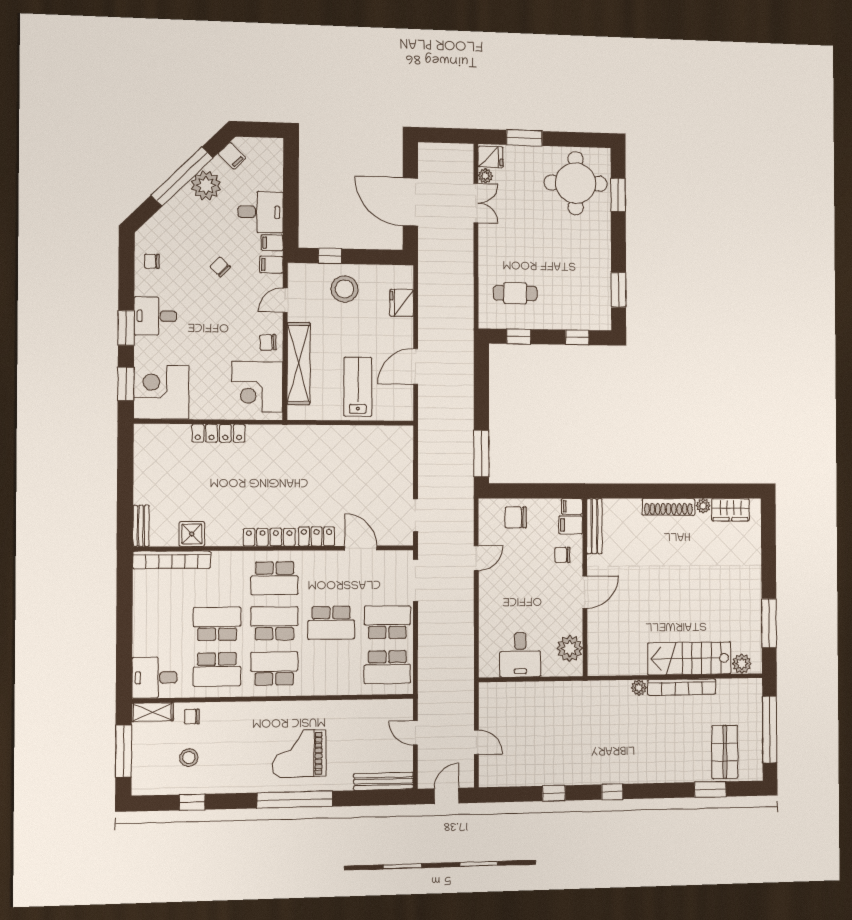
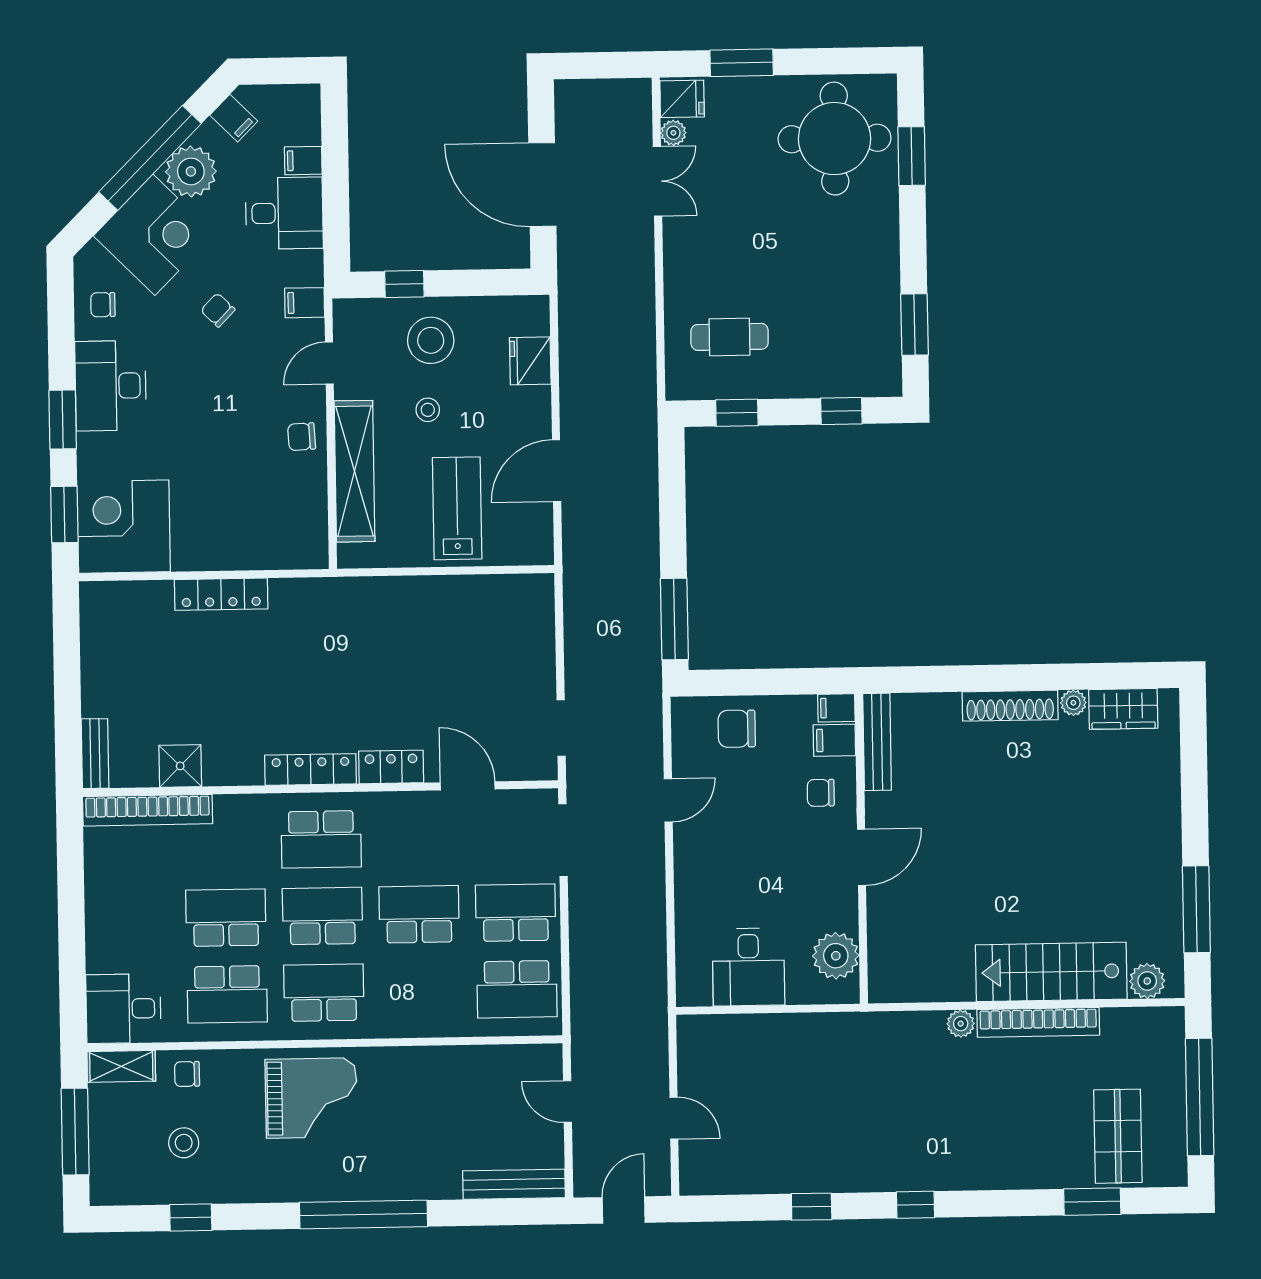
filing cabinet: (272, 243) -> (303, 161), moved
desk: (155, 316) -> (110, 386), width x1.37
stool: (342, 329) -> (428, 410), added
corner desk: (257, 387) -> (154, 235), moved, turned -135
school desk: (331, 623) -> (419, 914), turned 180
grand piano: (299, 754) -> (311, 1098), moved, turned 180

